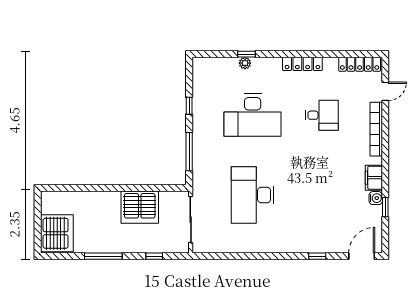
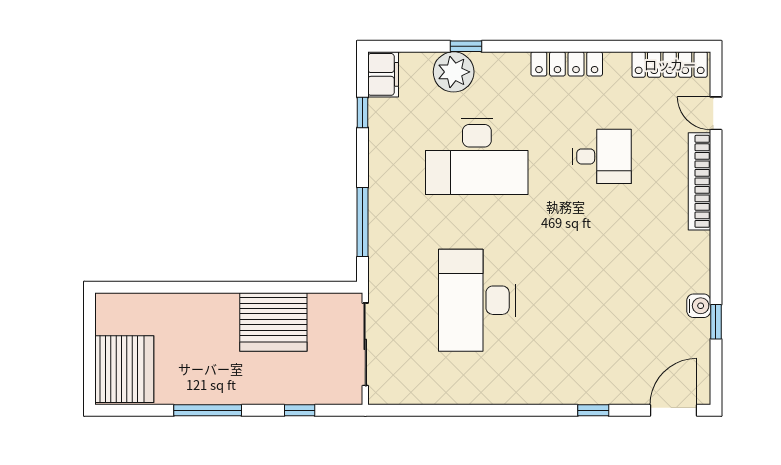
plant: (245, 63) -> (454, 72), width x1.87, depth x1.87
door: (385, 91) -> (716, 113), swing flipped
window: (189, 106) -> (363, 112), moved
filing cabinet: (374, 178) -> (383, 74), moved, turned 180

